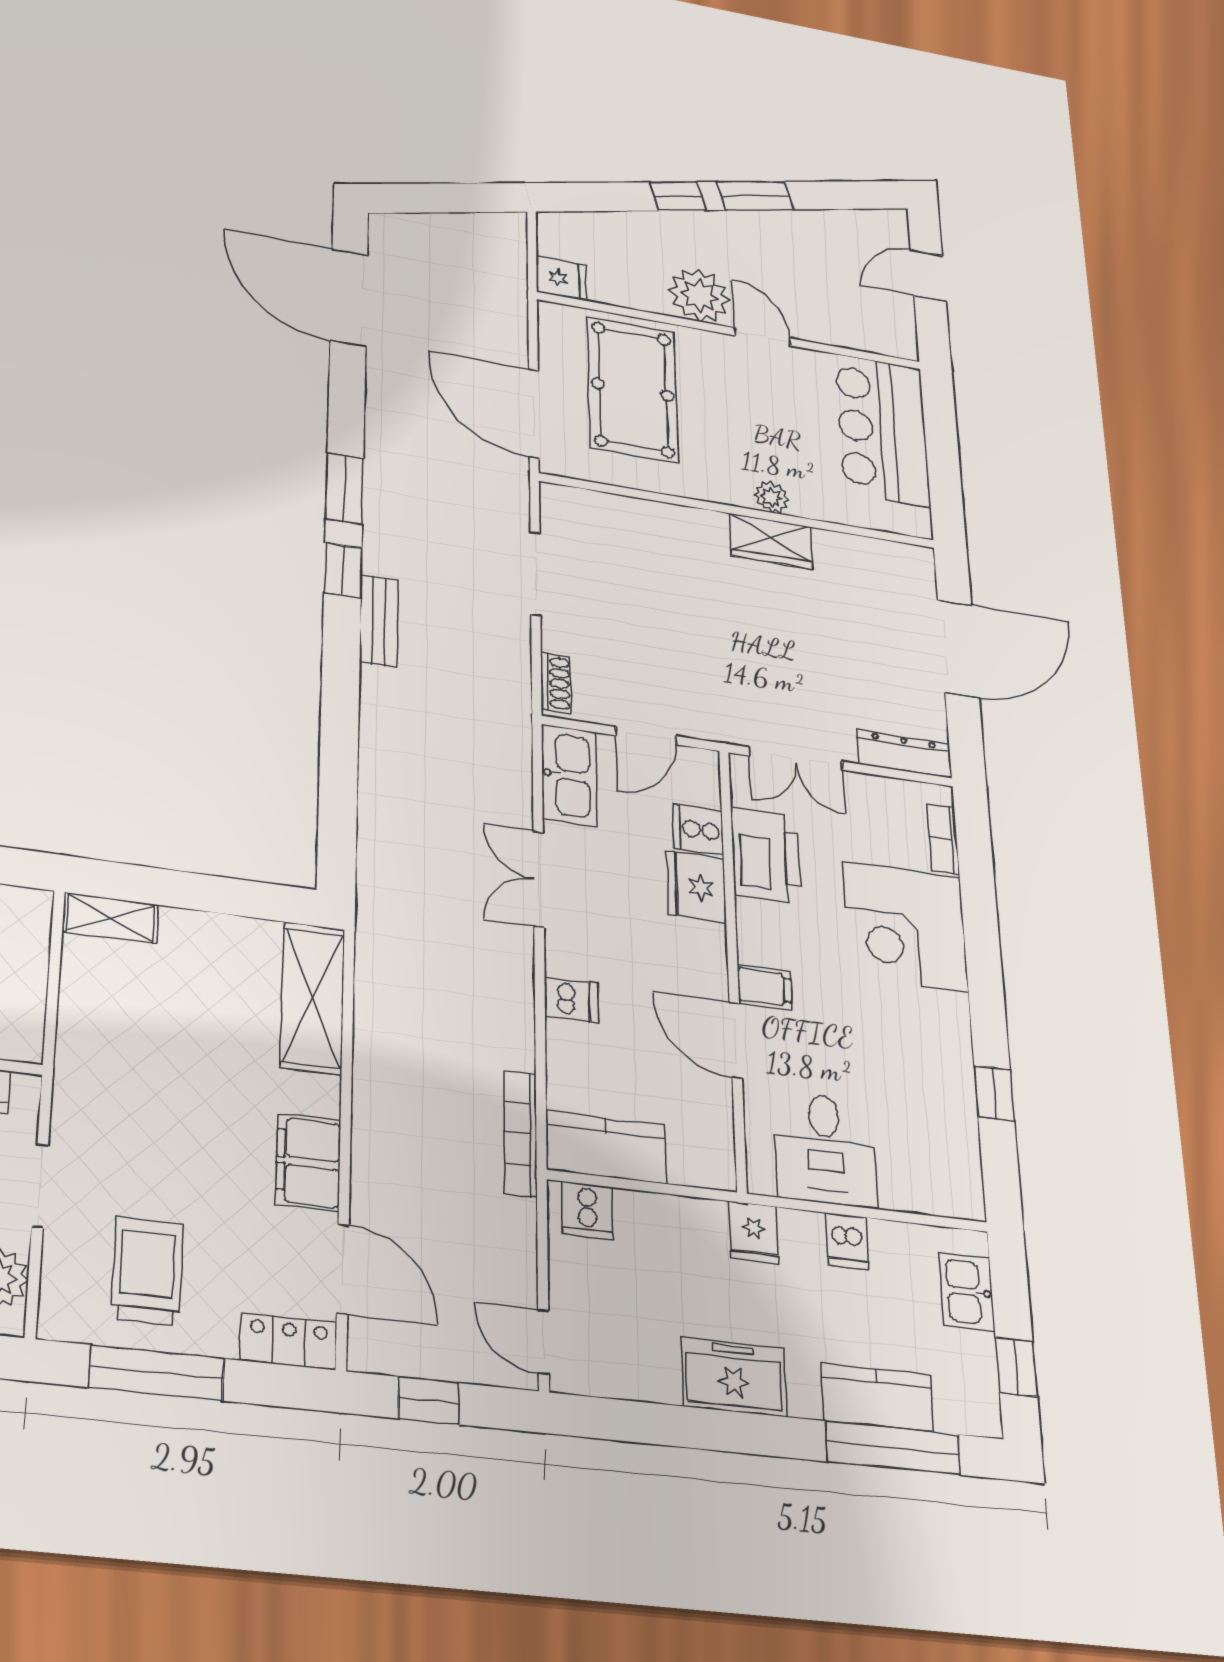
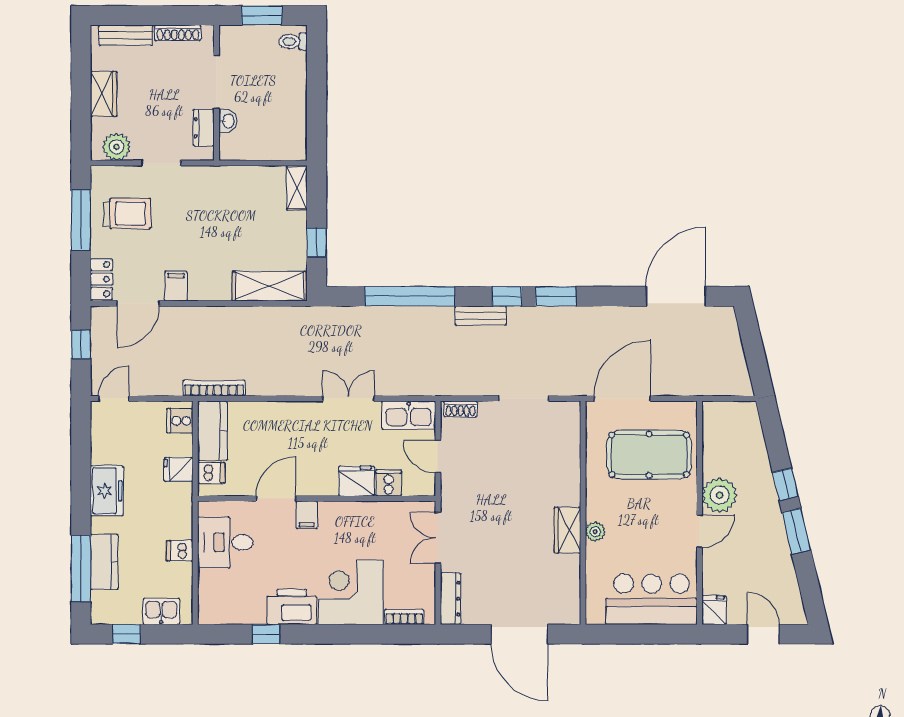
fridge: (562, 278) -> (714, 610), moved, turned 180
window: (339, 739) -> (410, 296), added
printer: (766, 855) -> (292, 607), moved, turned 180
window: (225, 896) -> (317, 242), added
dishwasher: (571, 1000) -> (211, 473), moved, turned -90
filing cabinet: (308, 1162) -> (176, 286), width x0.50
fridge: (754, 1233) -> (178, 469), moved

